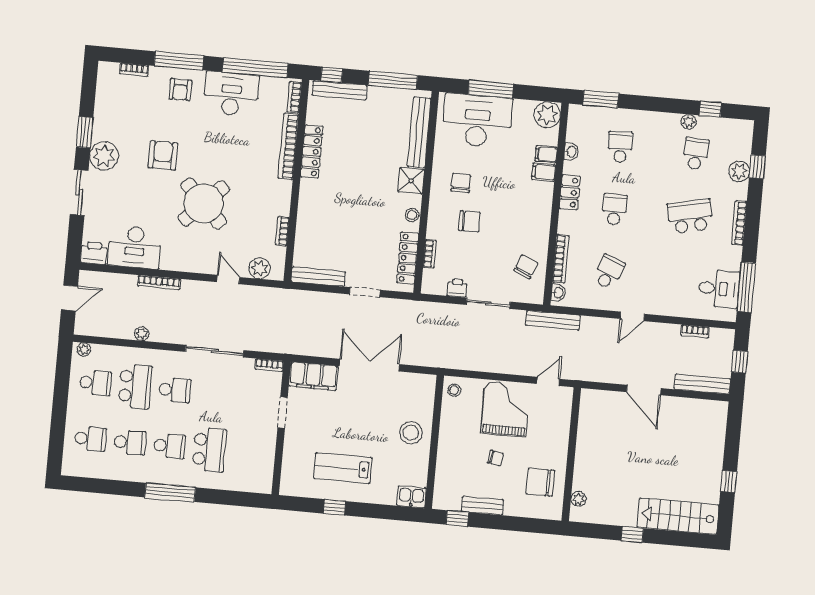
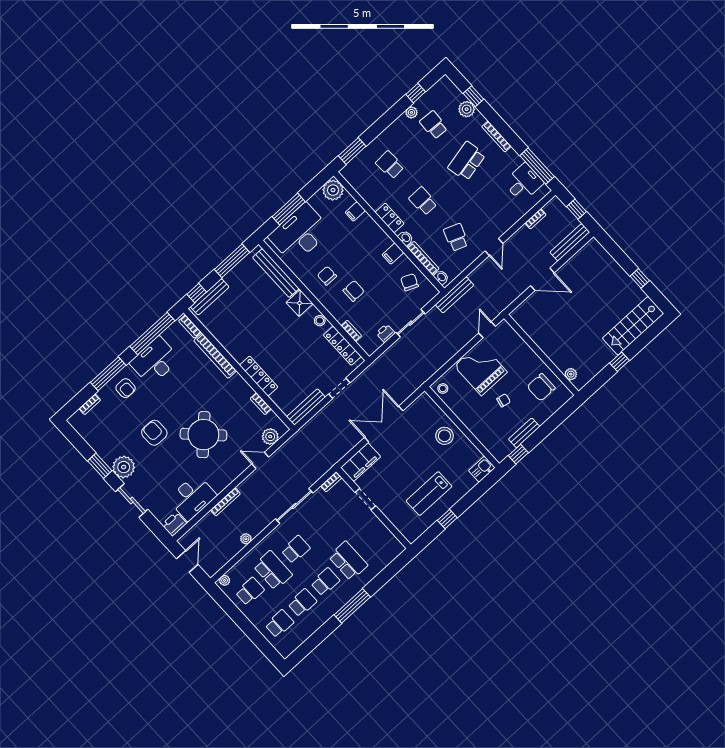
locker: (312, 151) -> (259, 376), moved
washbasin: (571, 152) -> (406, 238), moved
filing cabinet: (544, 172) -> (393, 254), moved

